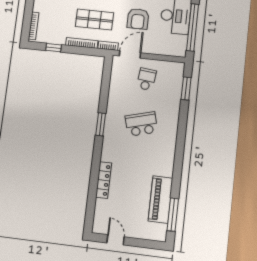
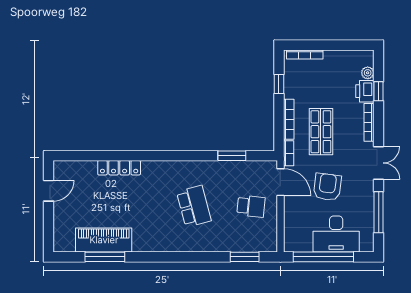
armchair: (138, 19) -> (327, 187), turned 97
window: (101, 124) -> (232, 156), moved
window: (173, 215) -> (105, 257), moved

